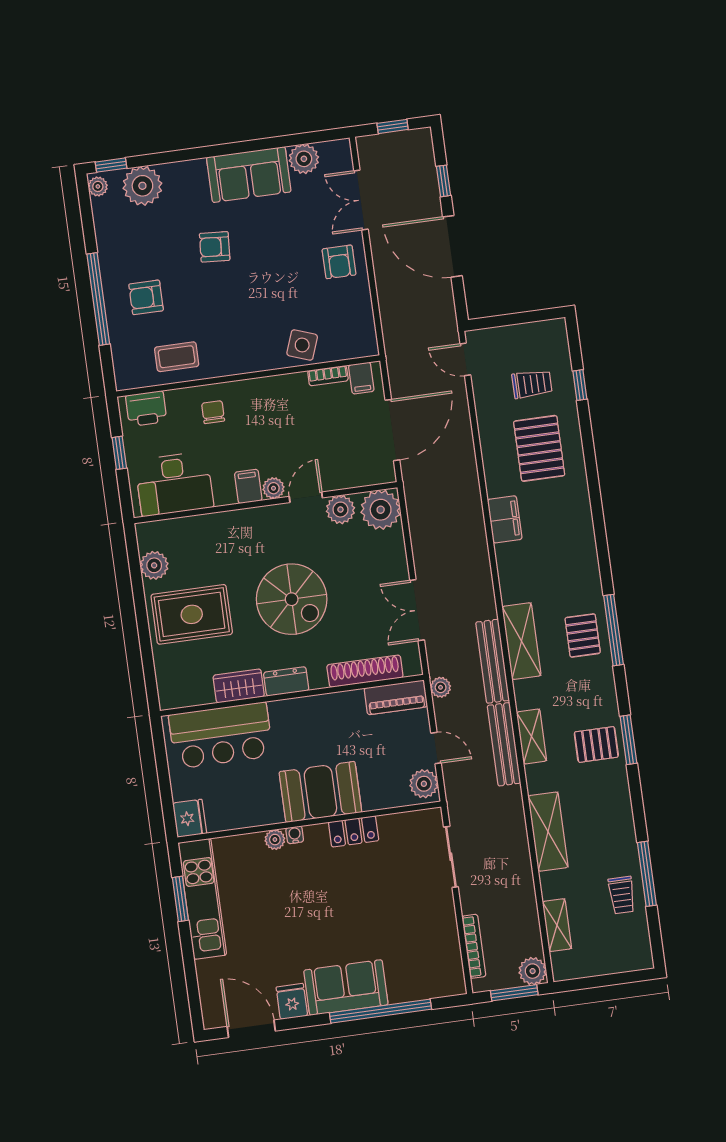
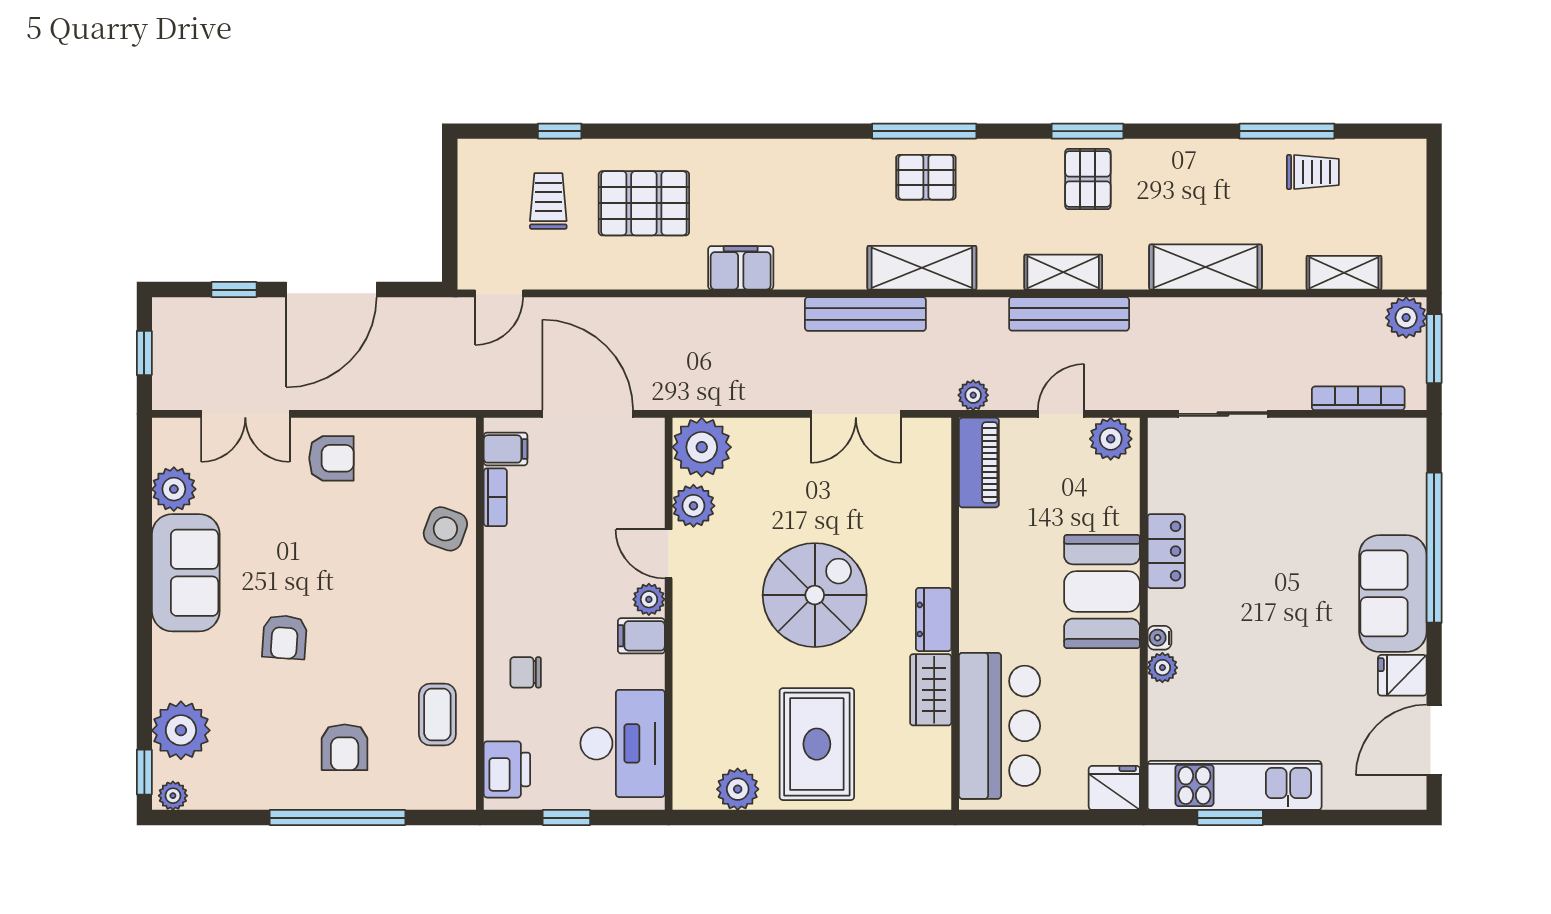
bench: (493, 661) -> (865, 314), moved
shoe rack: (365, 671) -> (934, 502), removed

